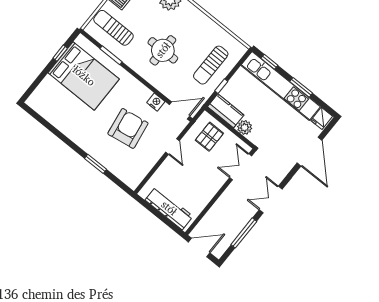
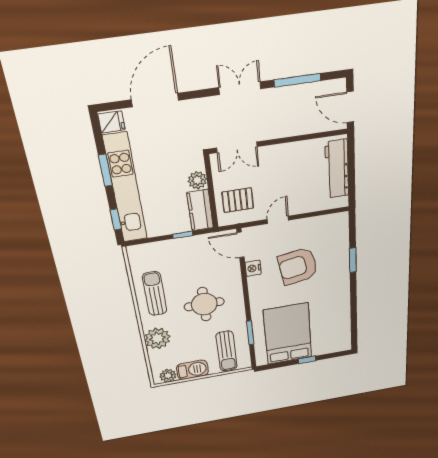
window: (60, 53) -> (307, 360), moved
sun lounger: (211, 65) -> (155, 294), moved, turned -90
double door: (271, 200) -> (240, 88), swing flipped

